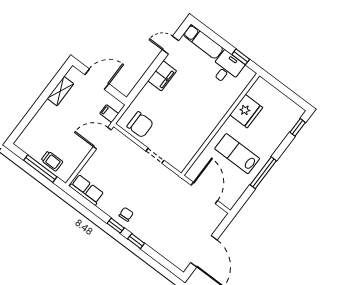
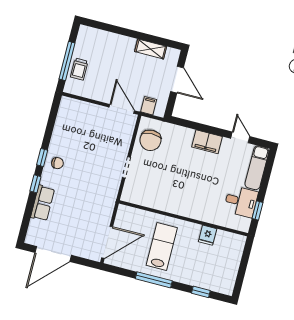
fridge: (246, 111) -> (208, 235), width x0.53, depth x0.75
window: (298, 127) -> (201, 292), moved
row of seats: (87, 190) -> (43, 203), moved
door: (204, 193) -> (107, 242), moved

